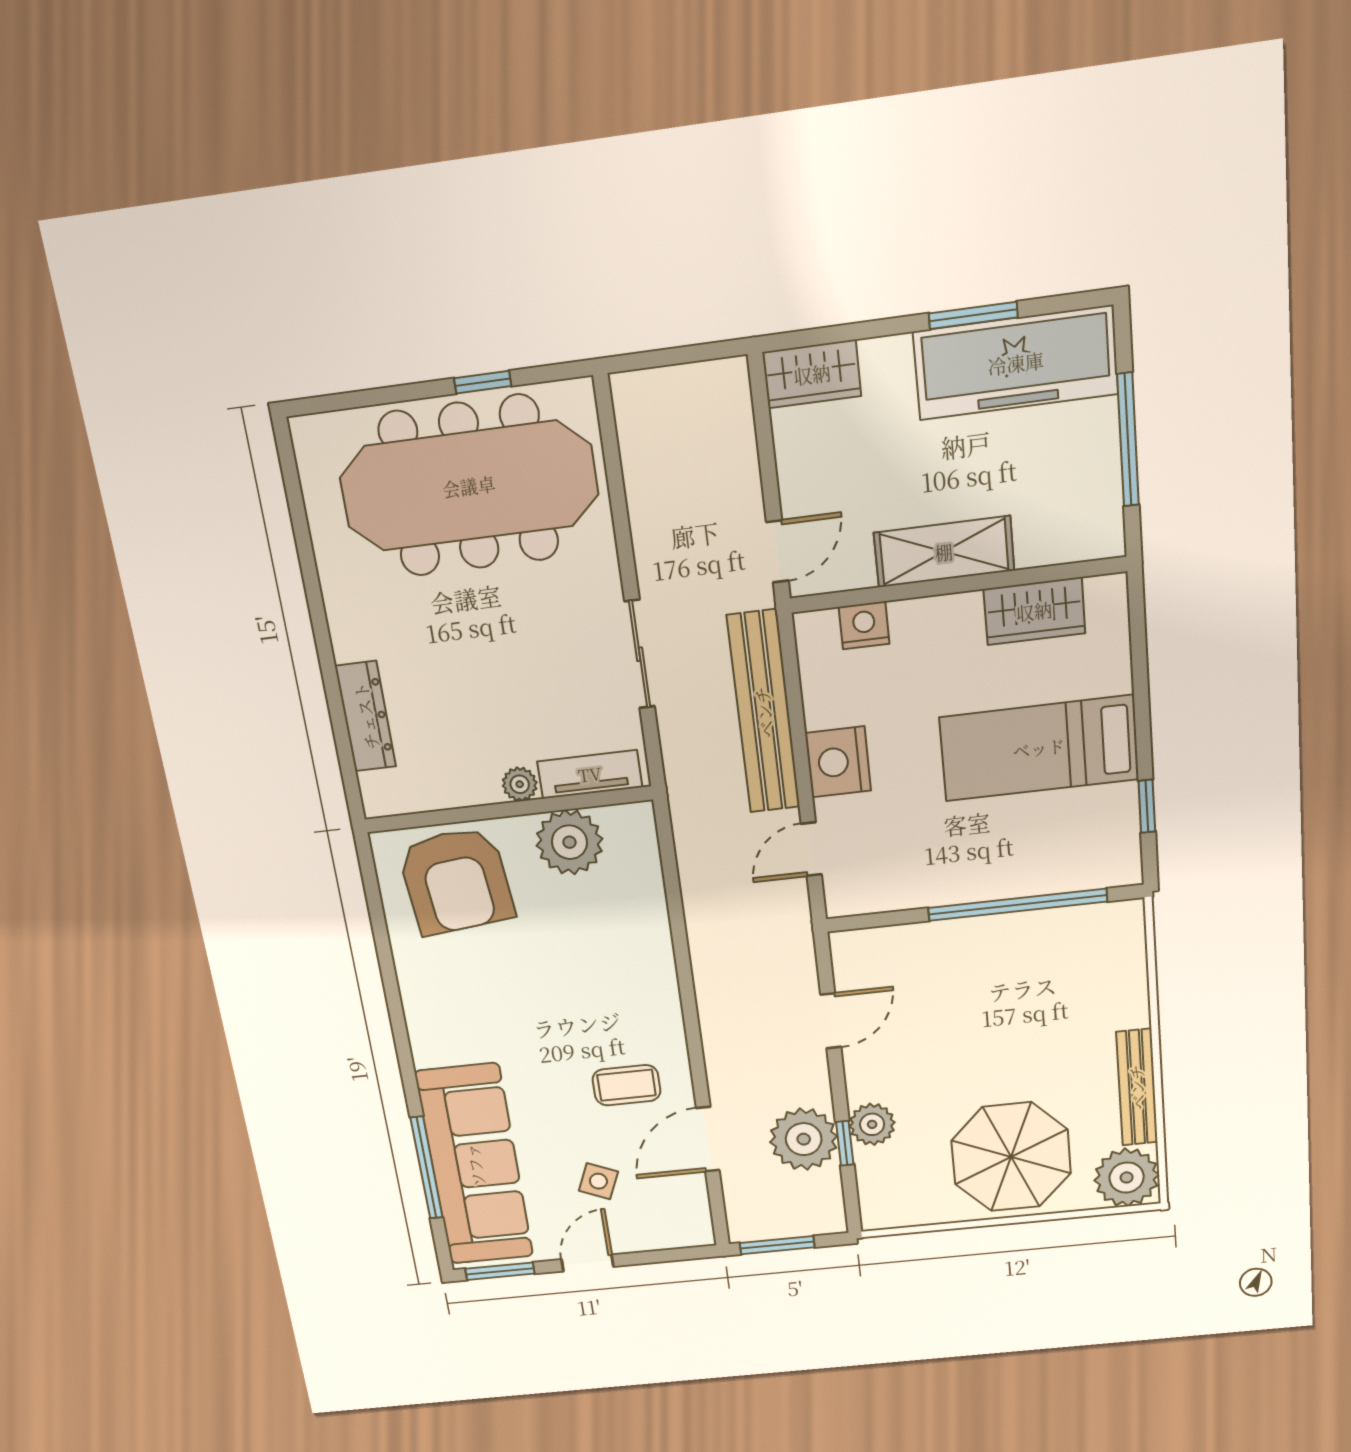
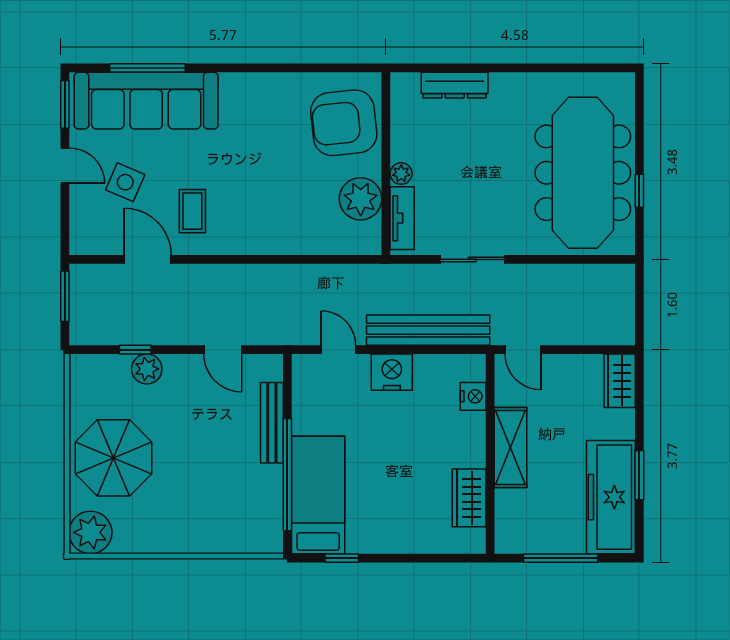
bed: (1039, 748) -> (318, 495), moved
bench: (1137, 1087) -> (272, 423), moved, turned 90
plant: (804, 1139) -> (141, 323), removed
side table: (598, 1181) -> (125, 182), width x1.37, depth x1.37

